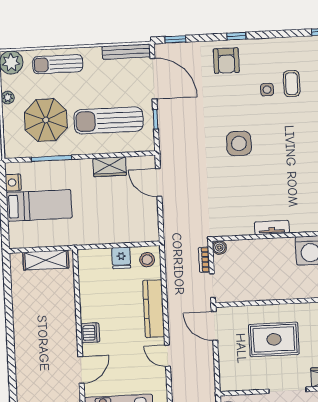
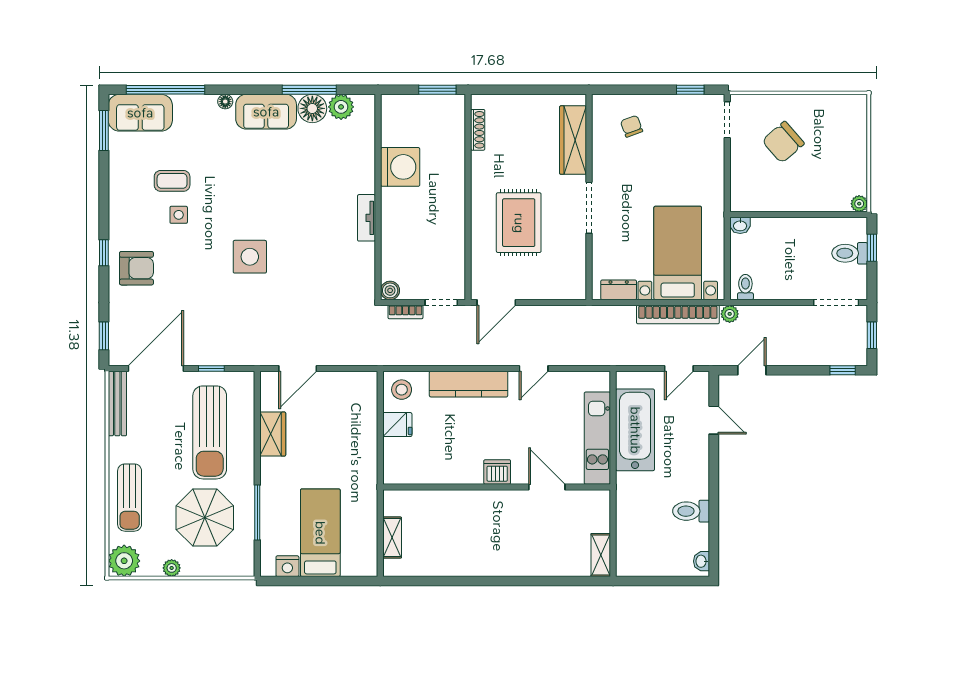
shelving: (46, 260) -> (392, 538), width x0.67, depth x0.75

